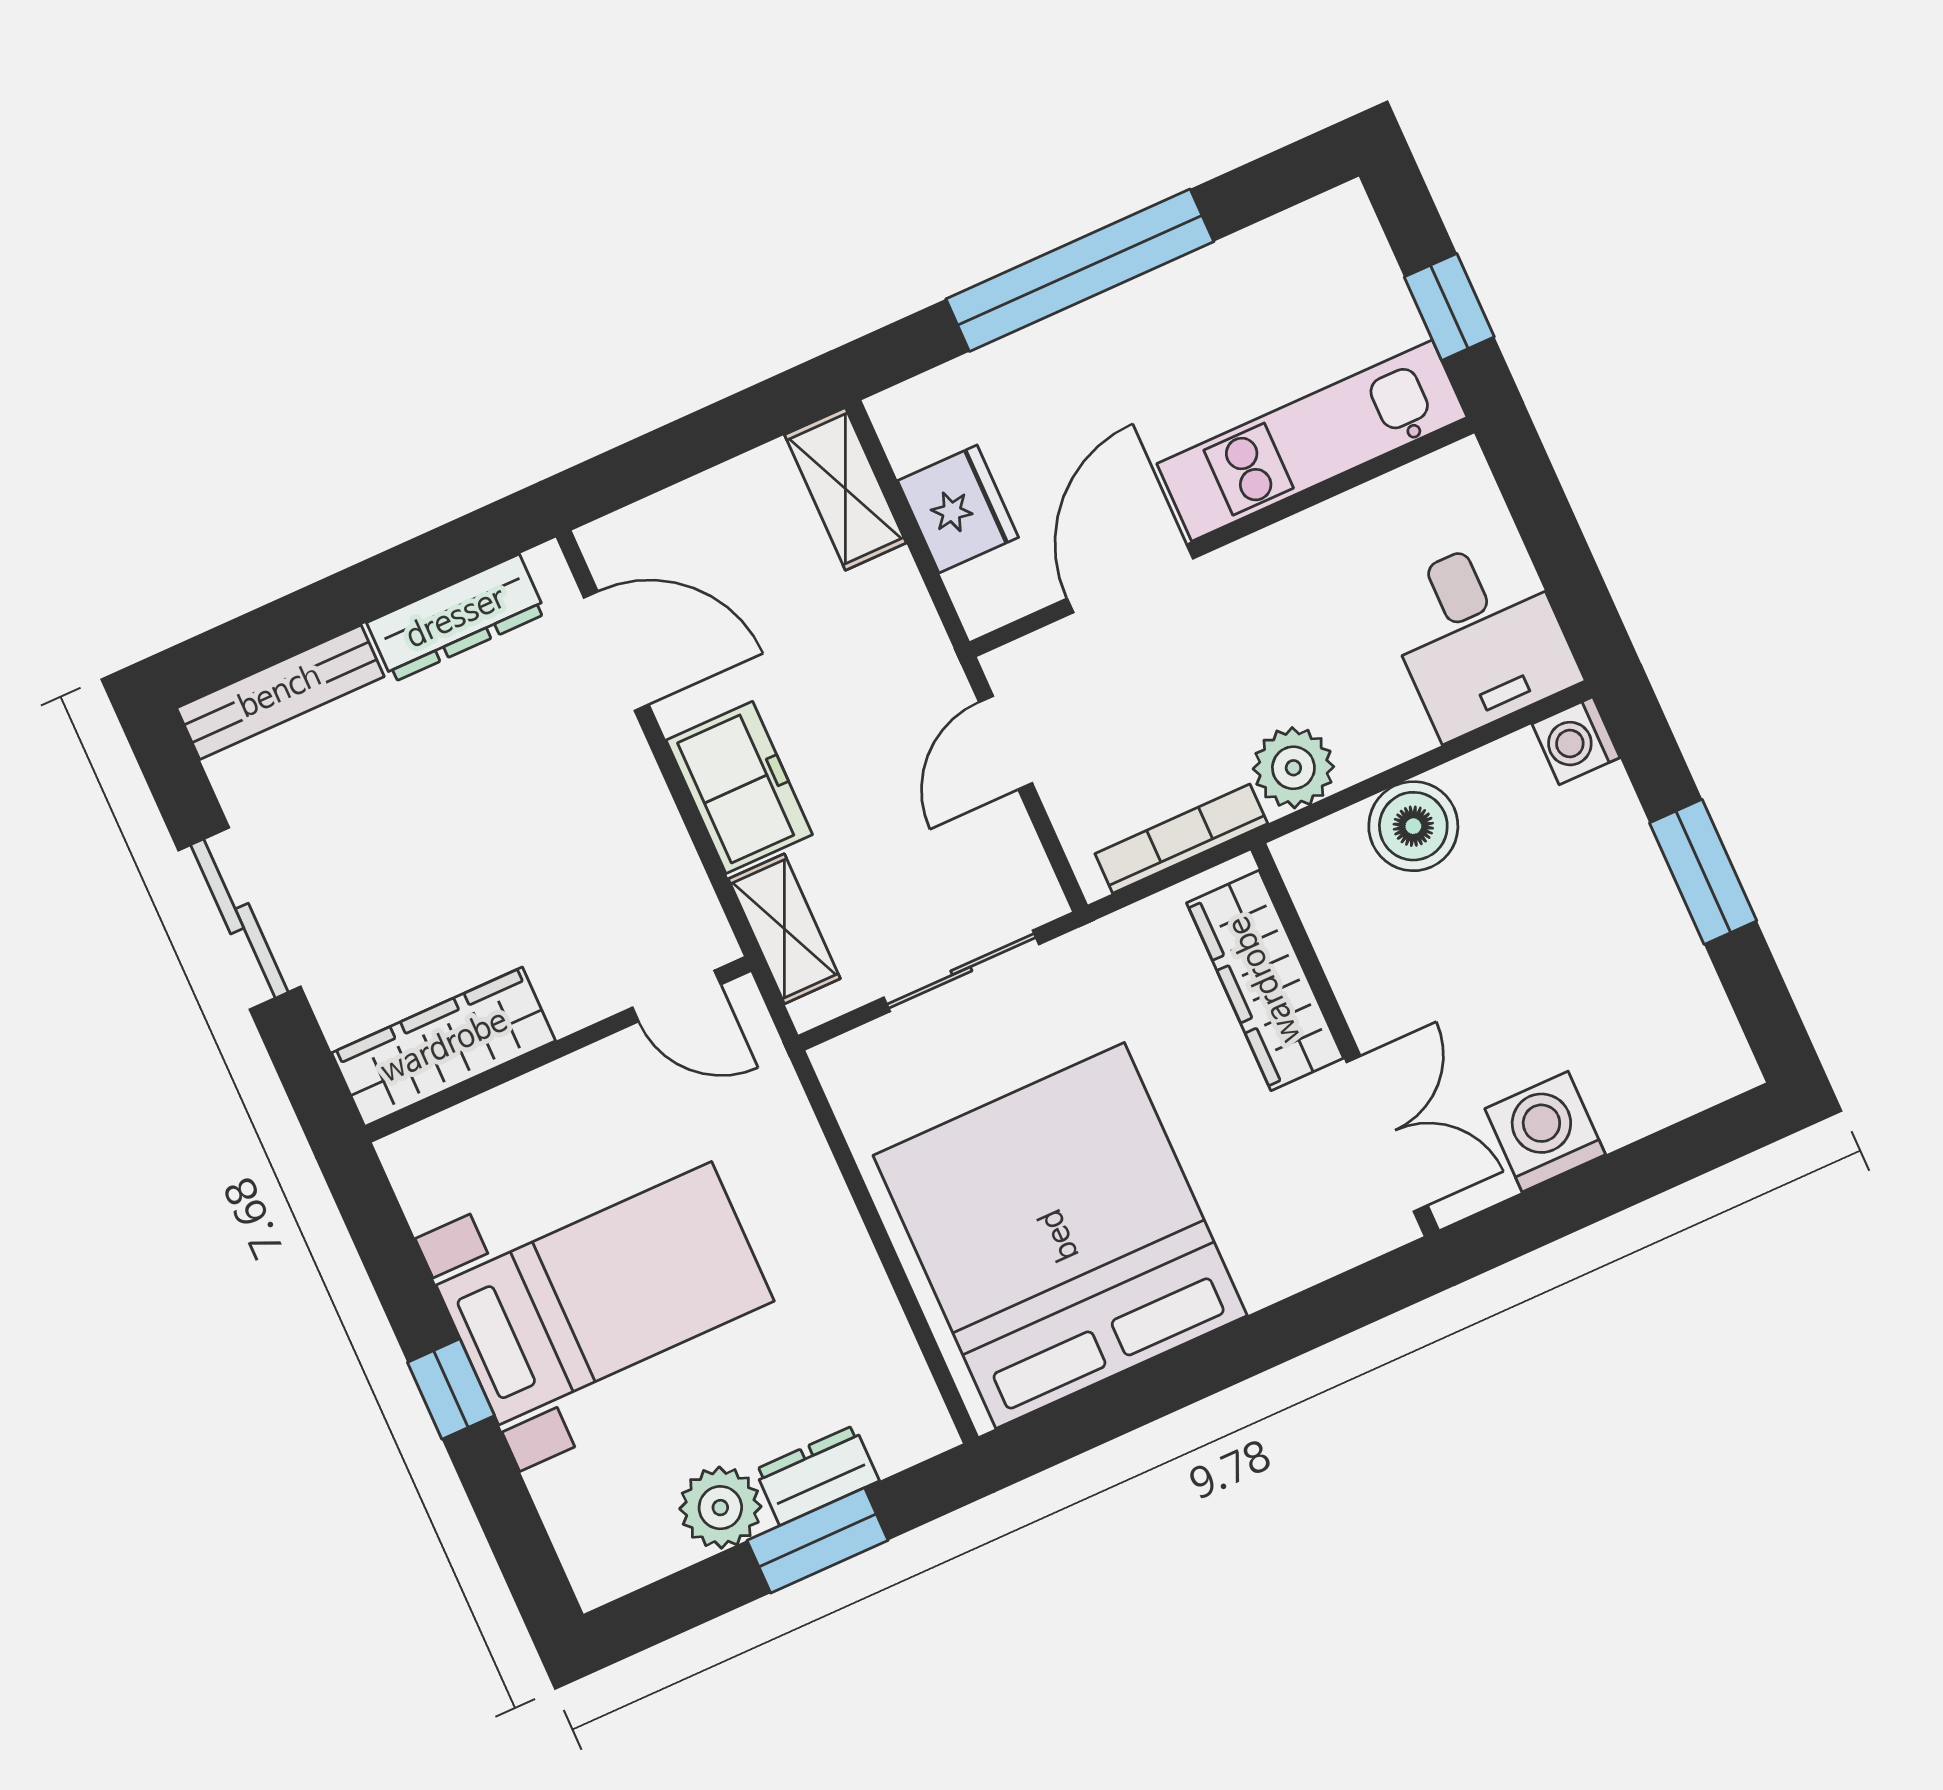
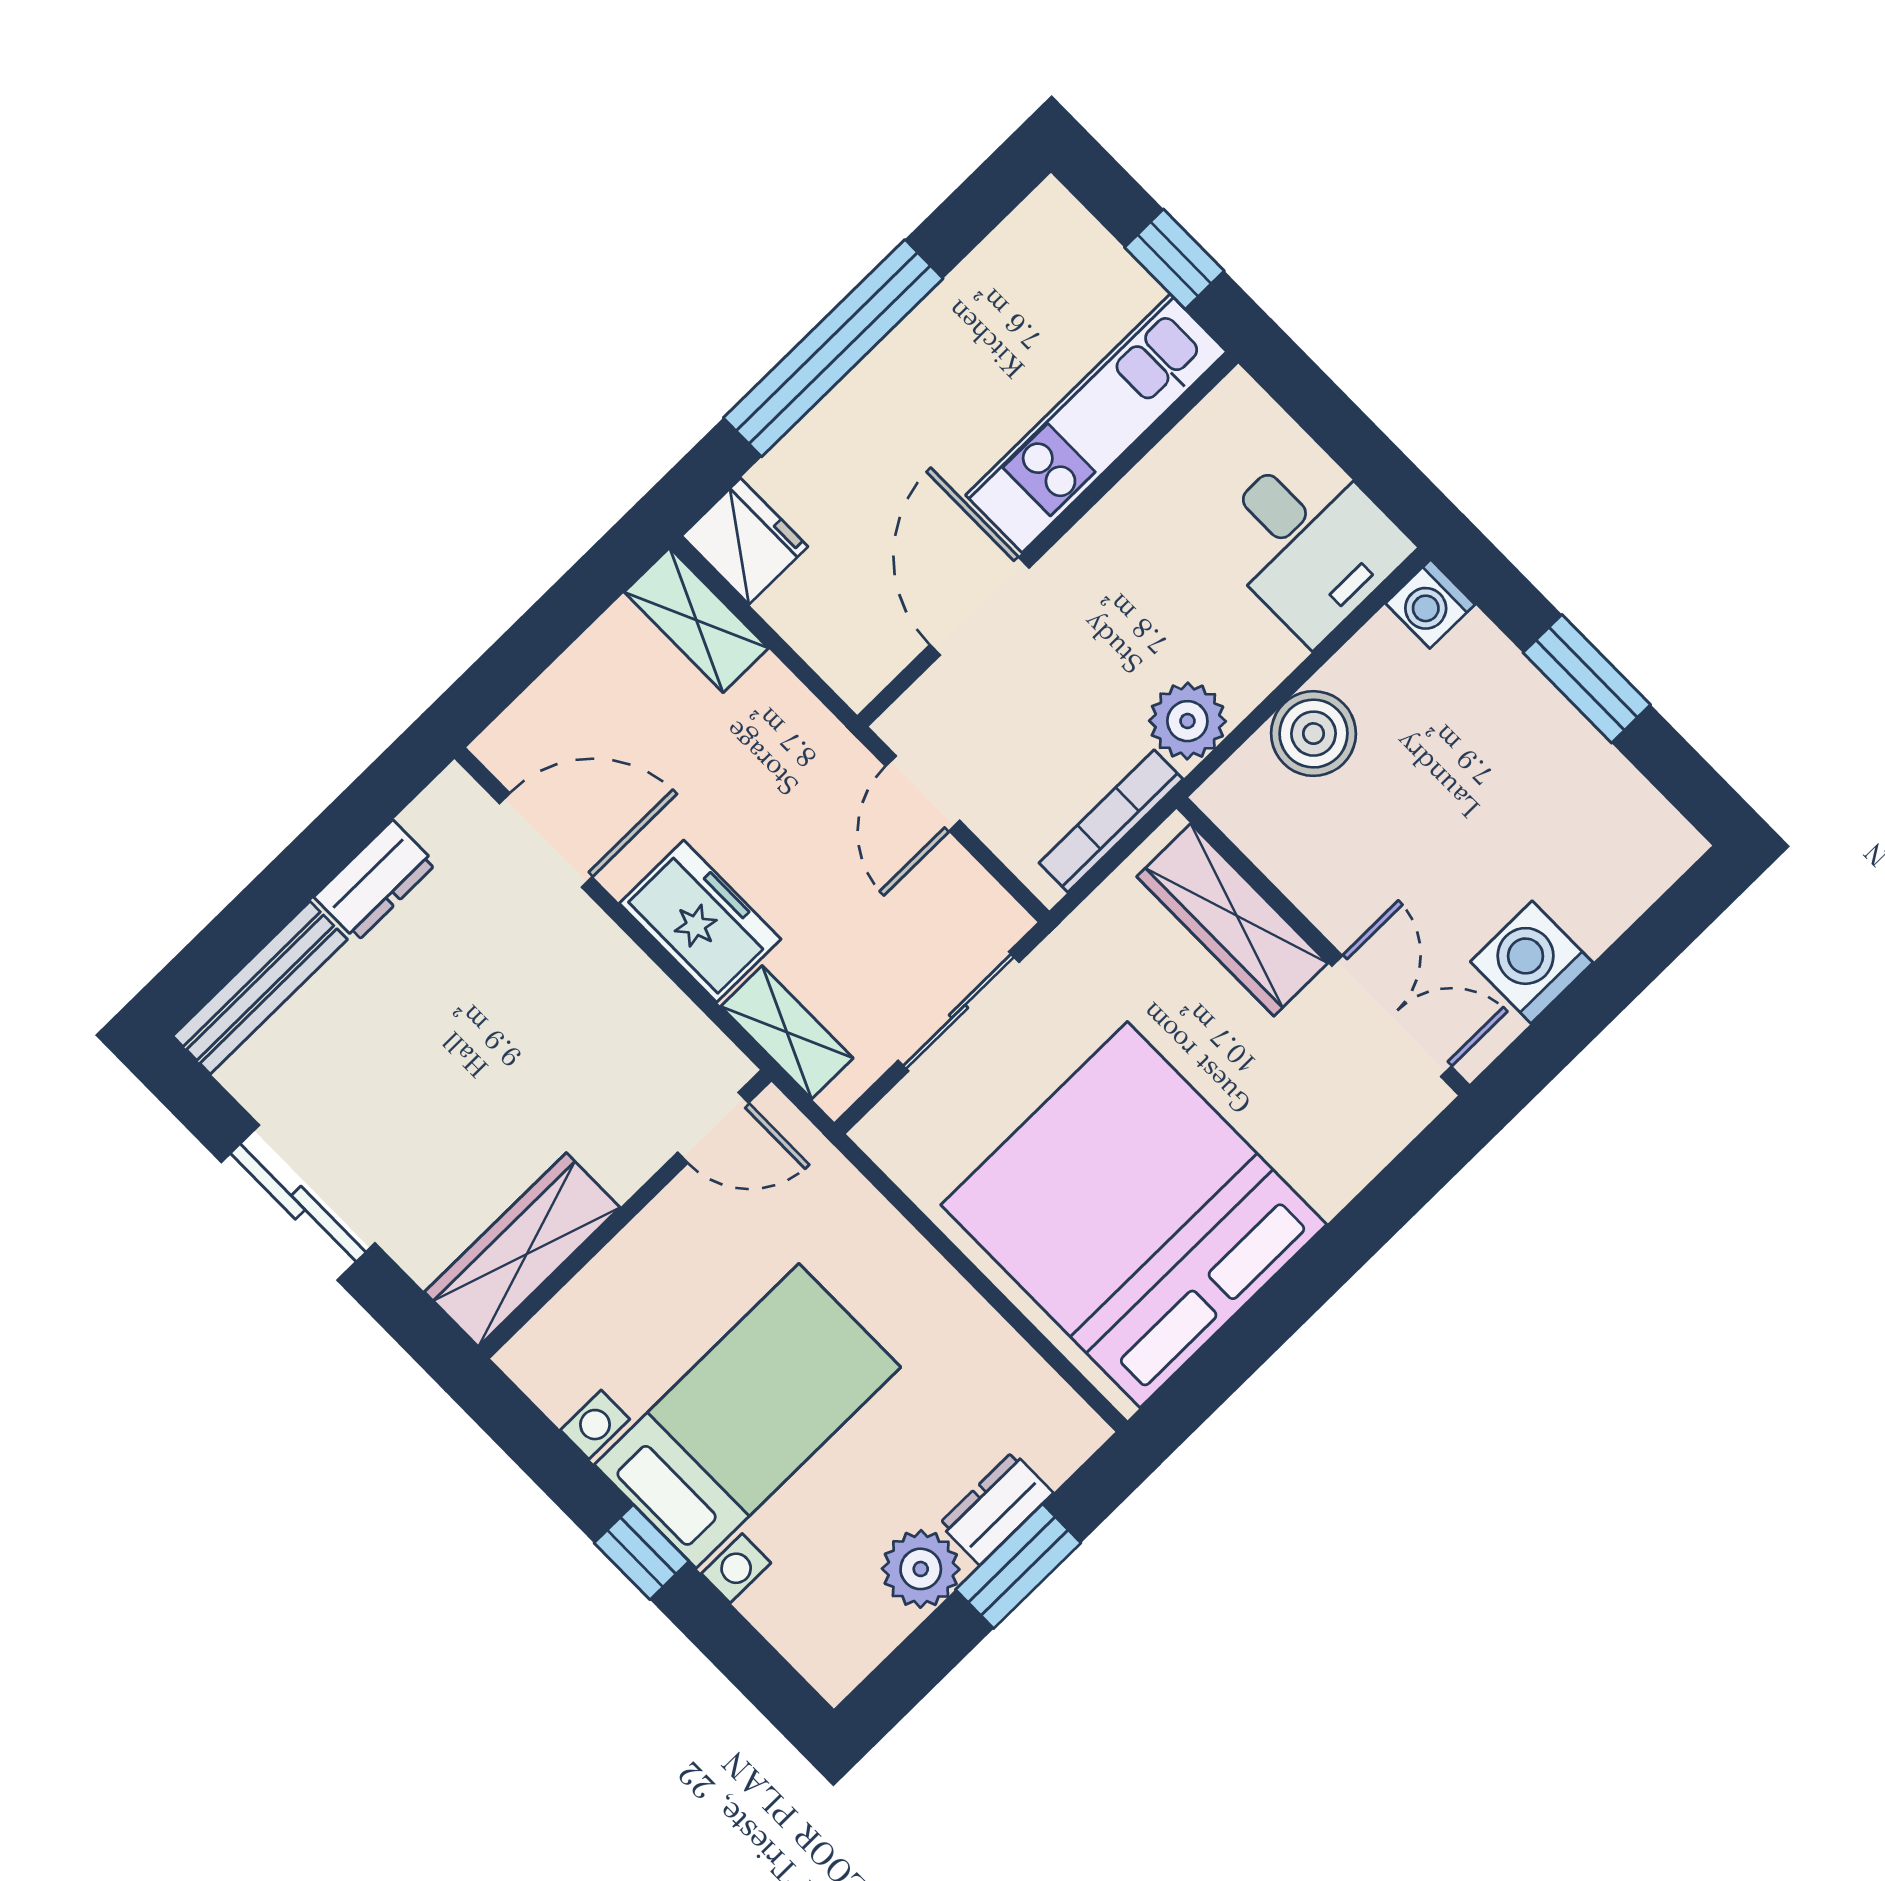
fridge: (958, 509) -> (745, 541), moved
dresser: (456, 618) -> (375, 881), width x0.70

